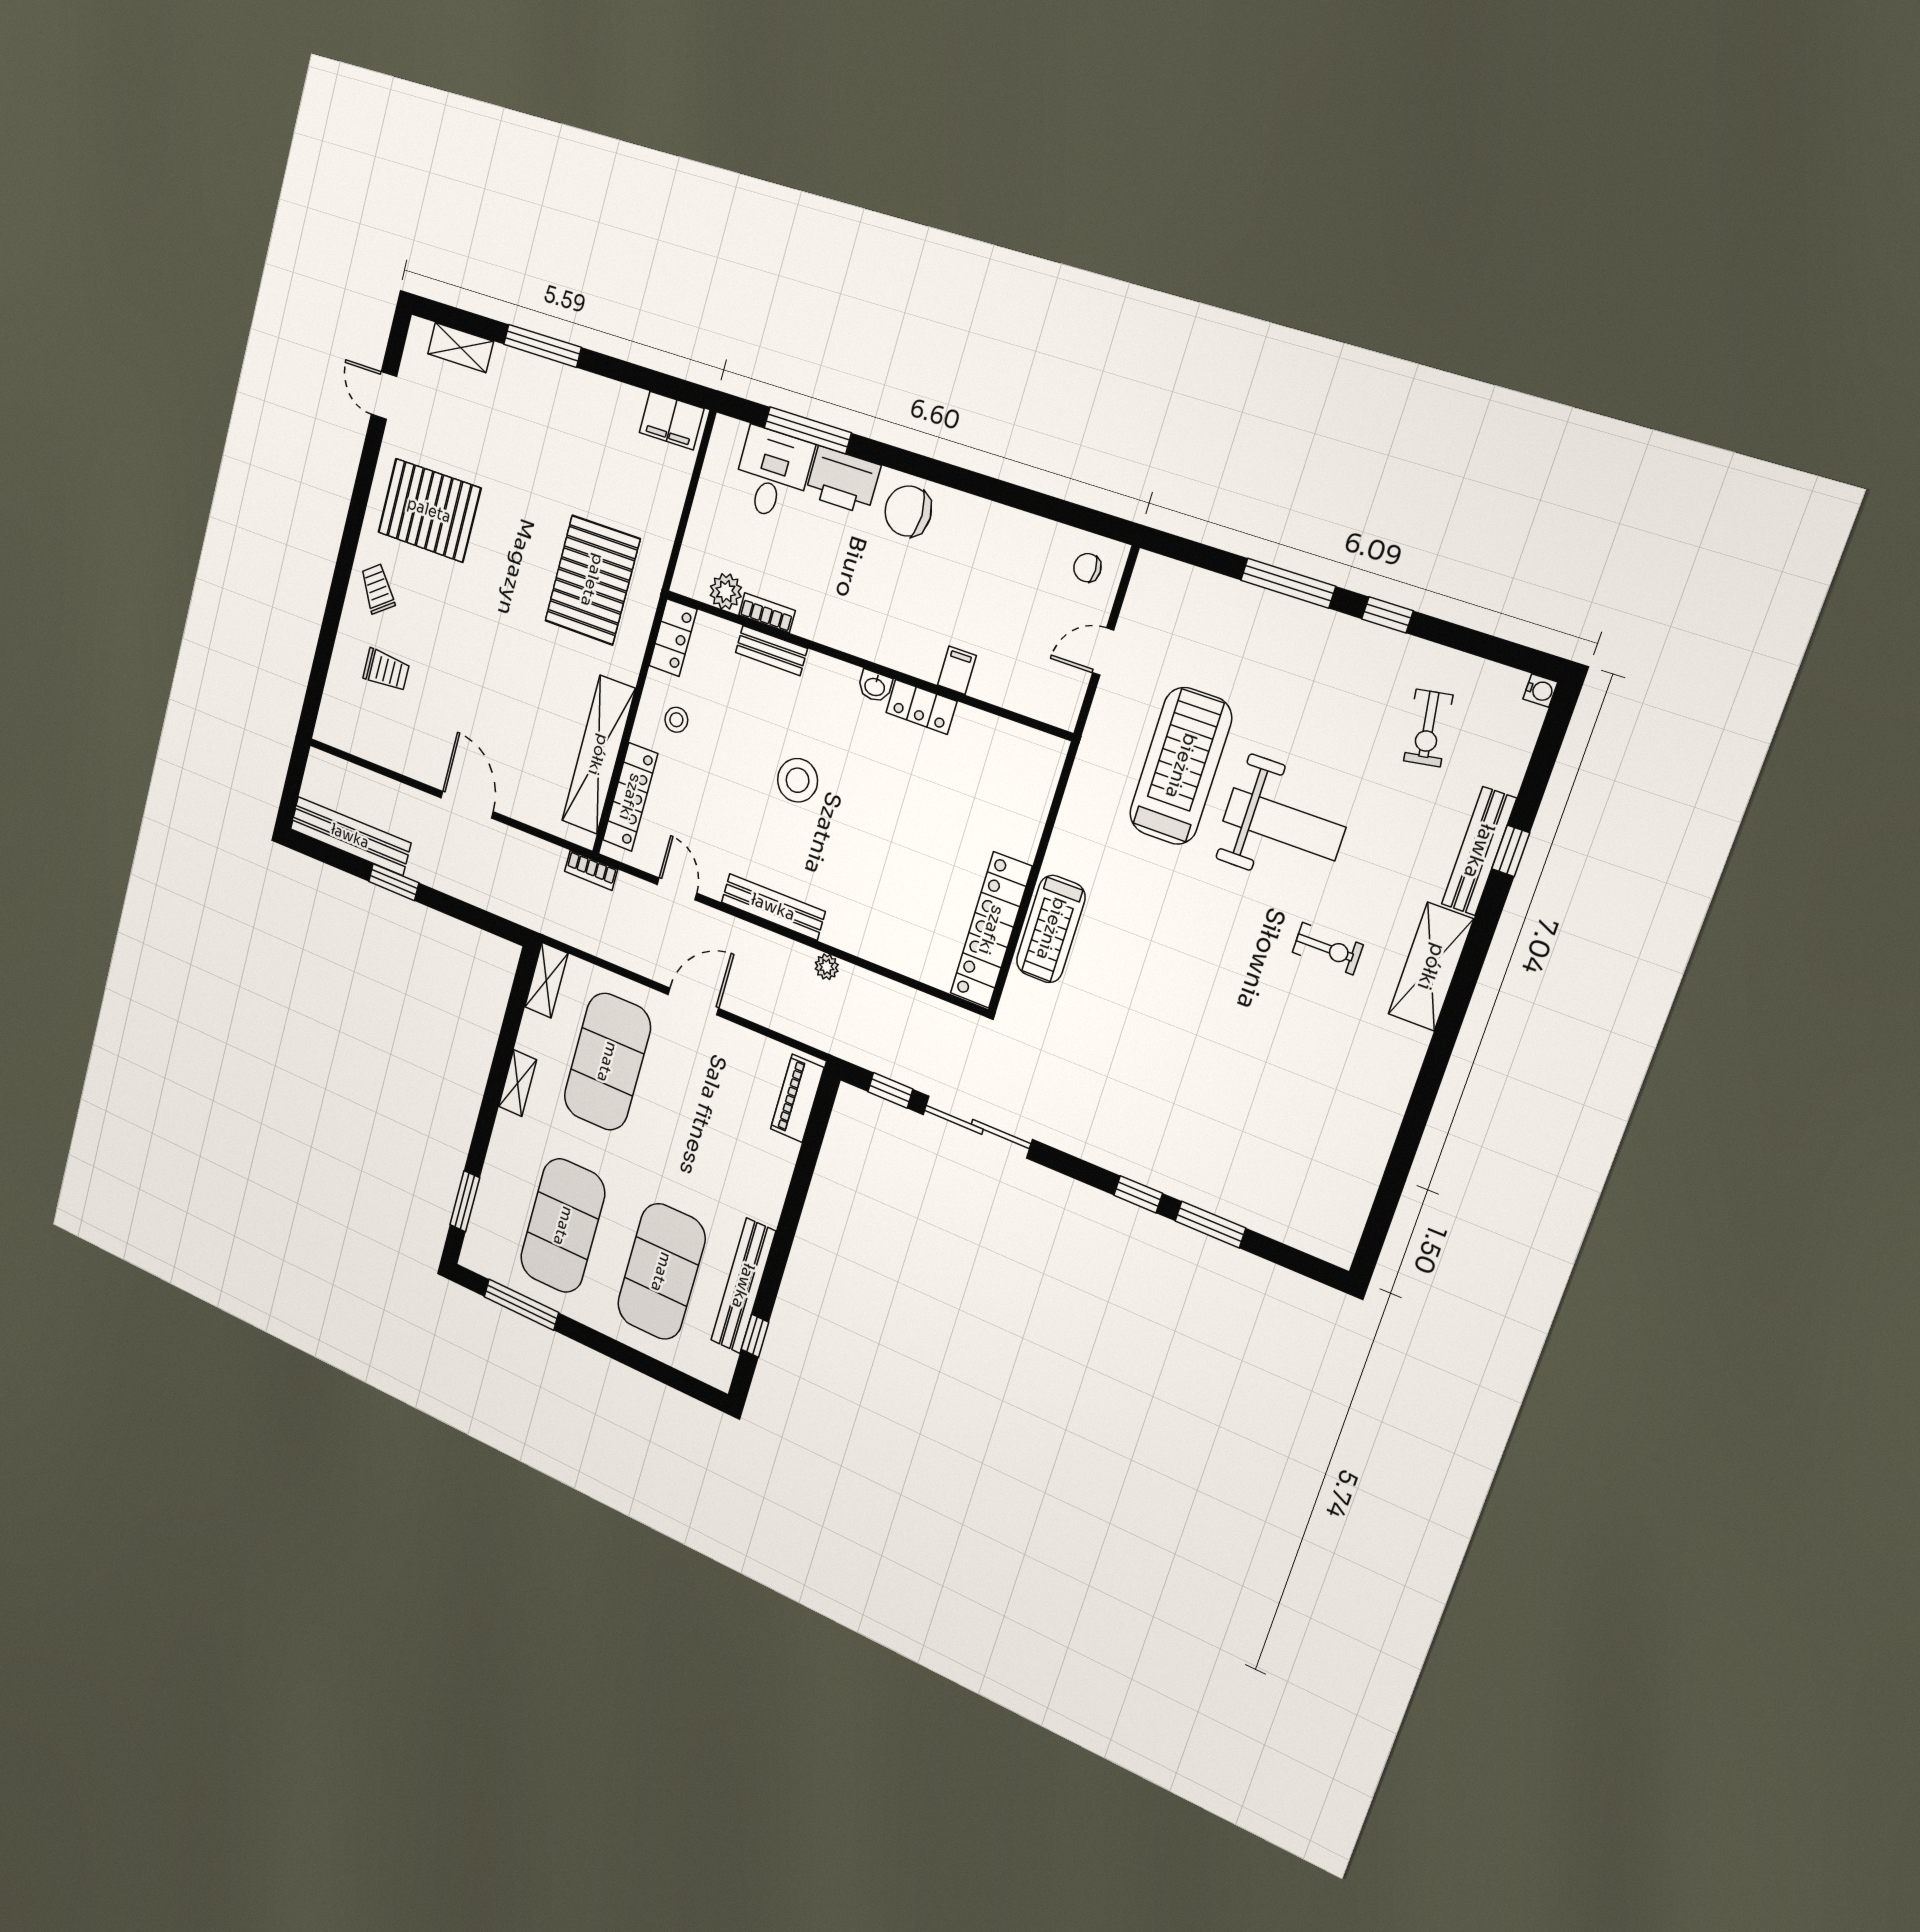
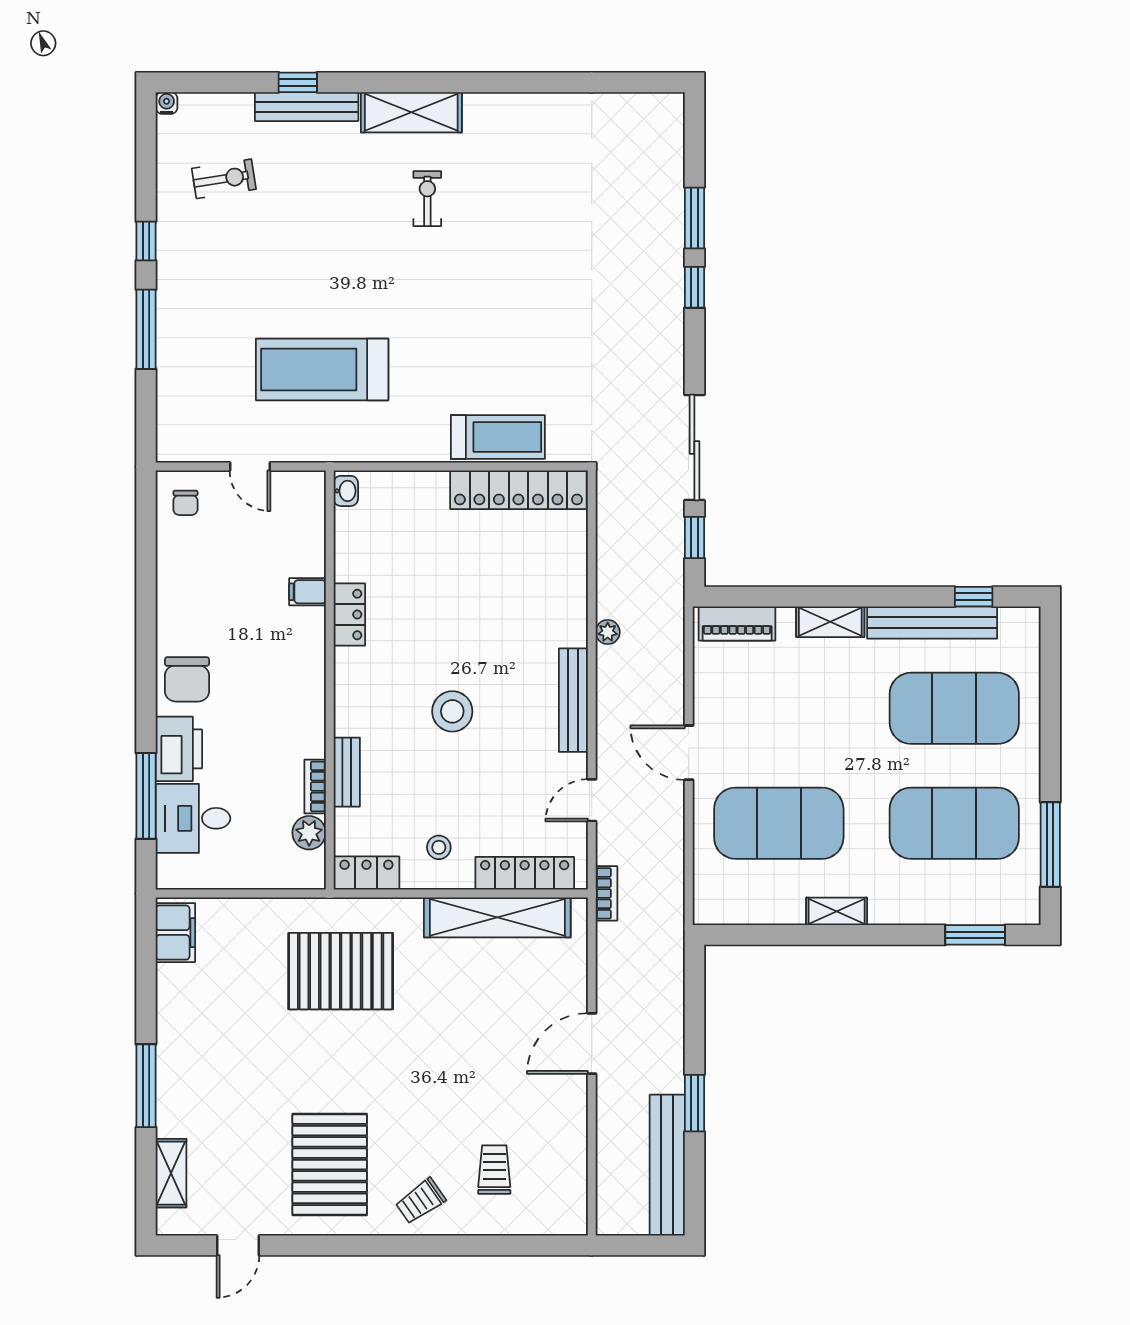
washbasin: (875, 686) -> (346, 491), moved
weight bench: (1284, 824) -> (340, 268), removed
shelving: (546, 980) -> (830, 622), moved

